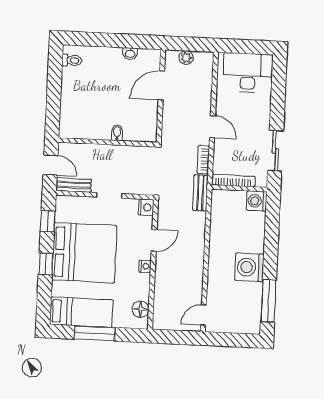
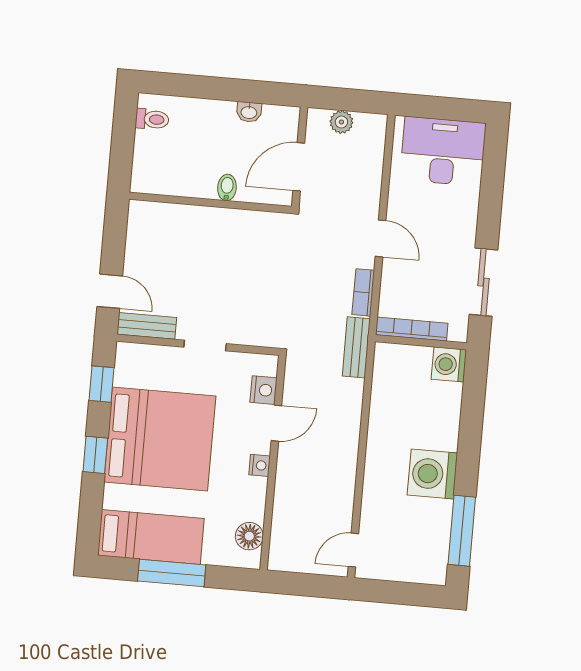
bidet: (117, 133) -> (227, 188), moved
wall: (107, 142) -> (210, 203), moved
nightstand: (146, 207) -> (264, 390), moved

